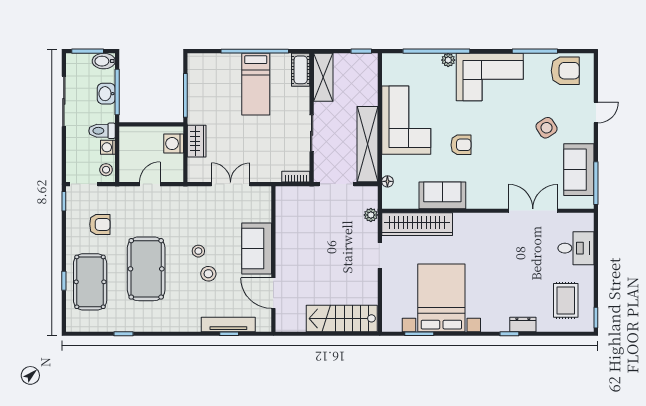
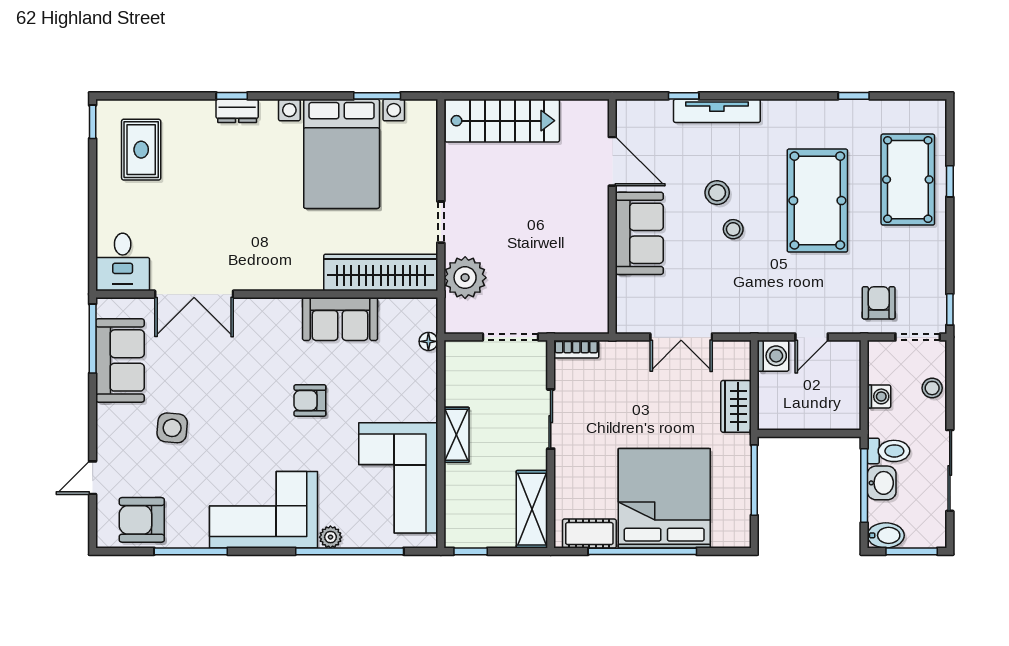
cot: (301, 70) -> (589, 534), moved, turned 90
bed: (256, 84) -> (664, 498), width x2.04
door: (596, 112) -> (93, 478), moved
corner sofa: (406, 120) -> (398, 478), moved
side table: (547, 128) -> (172, 428), turned 38
toilet: (102, 131) -> (888, 451), moved
washing machine: (174, 144) -> (773, 356), moved
shelving: (368, 144) -> (456, 435), width x0.45, depth x0.75
stool: (106, 170) -> (932, 388), moved
plant: (371, 215) -> (465, 278), width x1.87, depth x1.87
armchair: (100, 224) -> (879, 303), moved, turned 90
desk: (576, 248) -> (123, 262), moved, turned -90
tv unit: (228, 324) -> (717, 111), moved
dresser: (523, 324) -> (237, 111), moved

